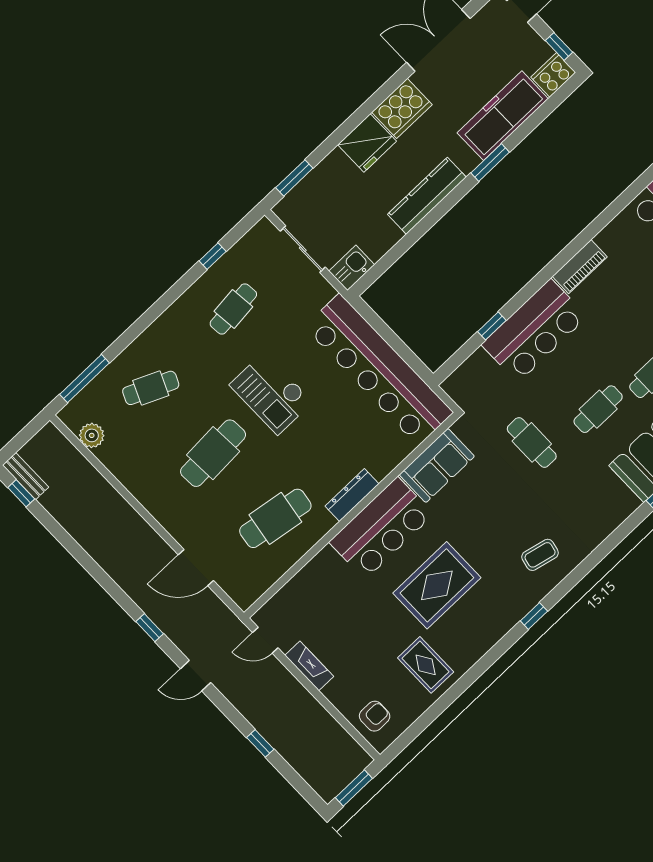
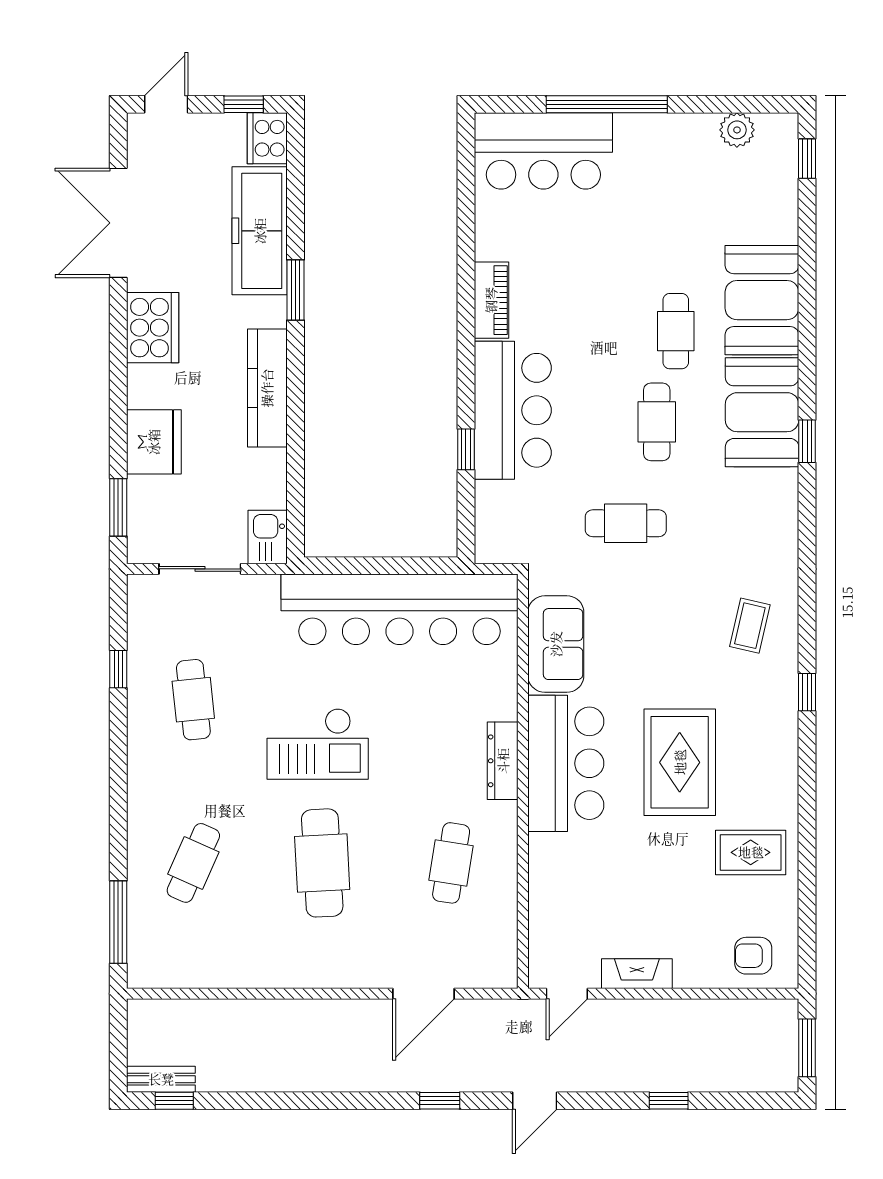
fridge: (367, 143) -> (154, 442), moved
plant: (92, 435) -> (184, 971), removed
cafe table: (275, 518) -> (451, 863), width x0.73, depth x0.74
armchair: (375, 716) -> (753, 956), turned -90

